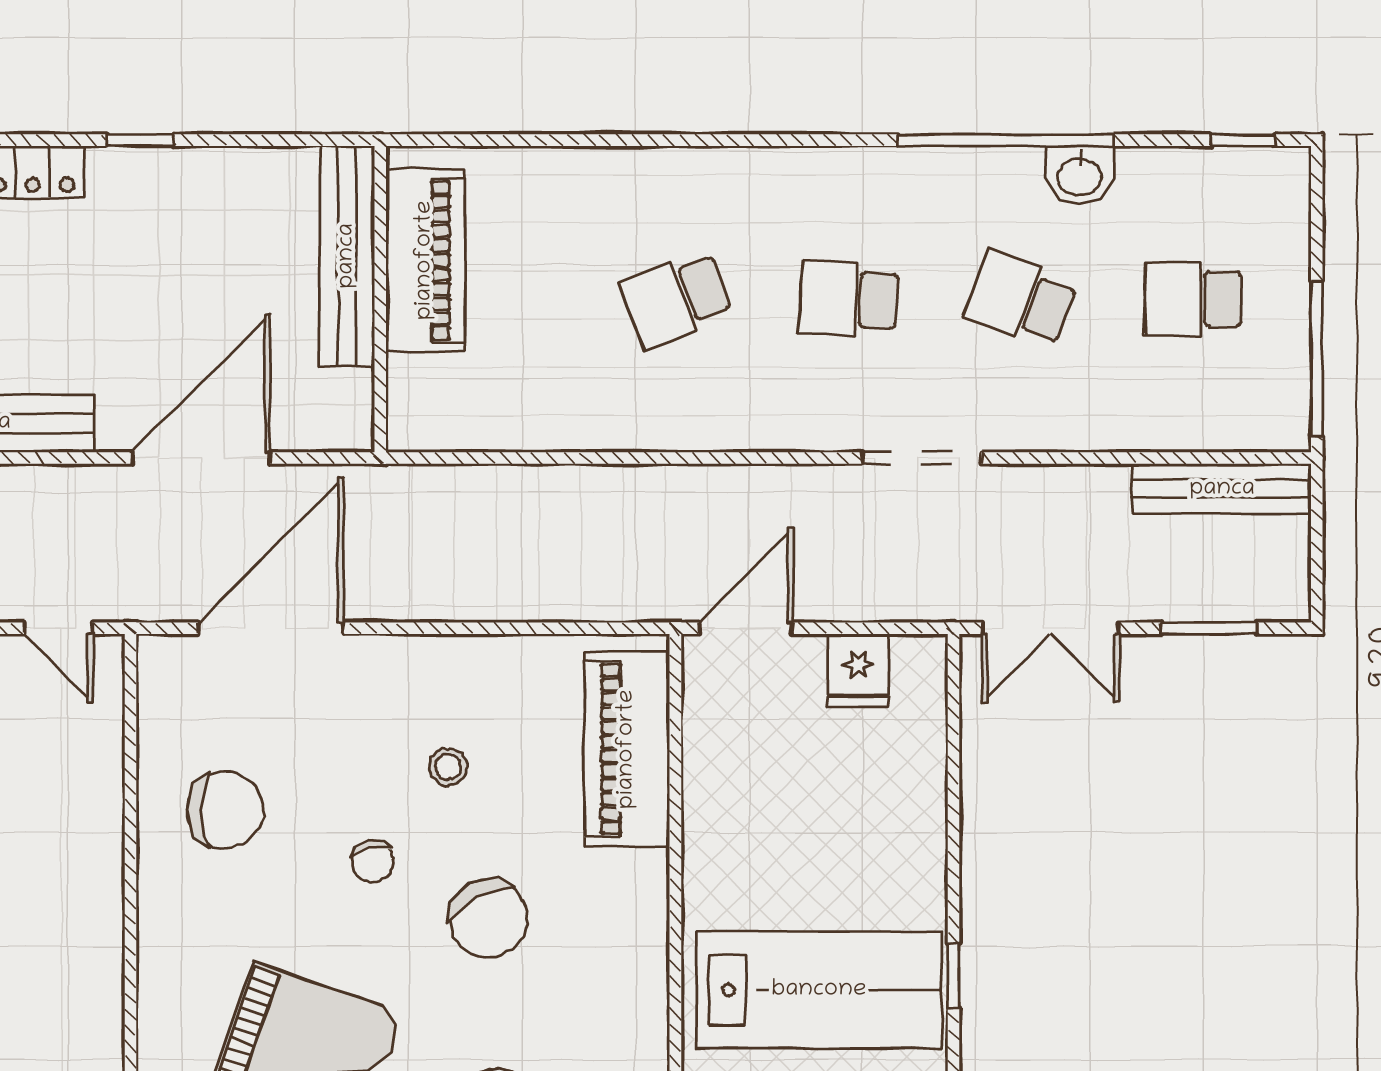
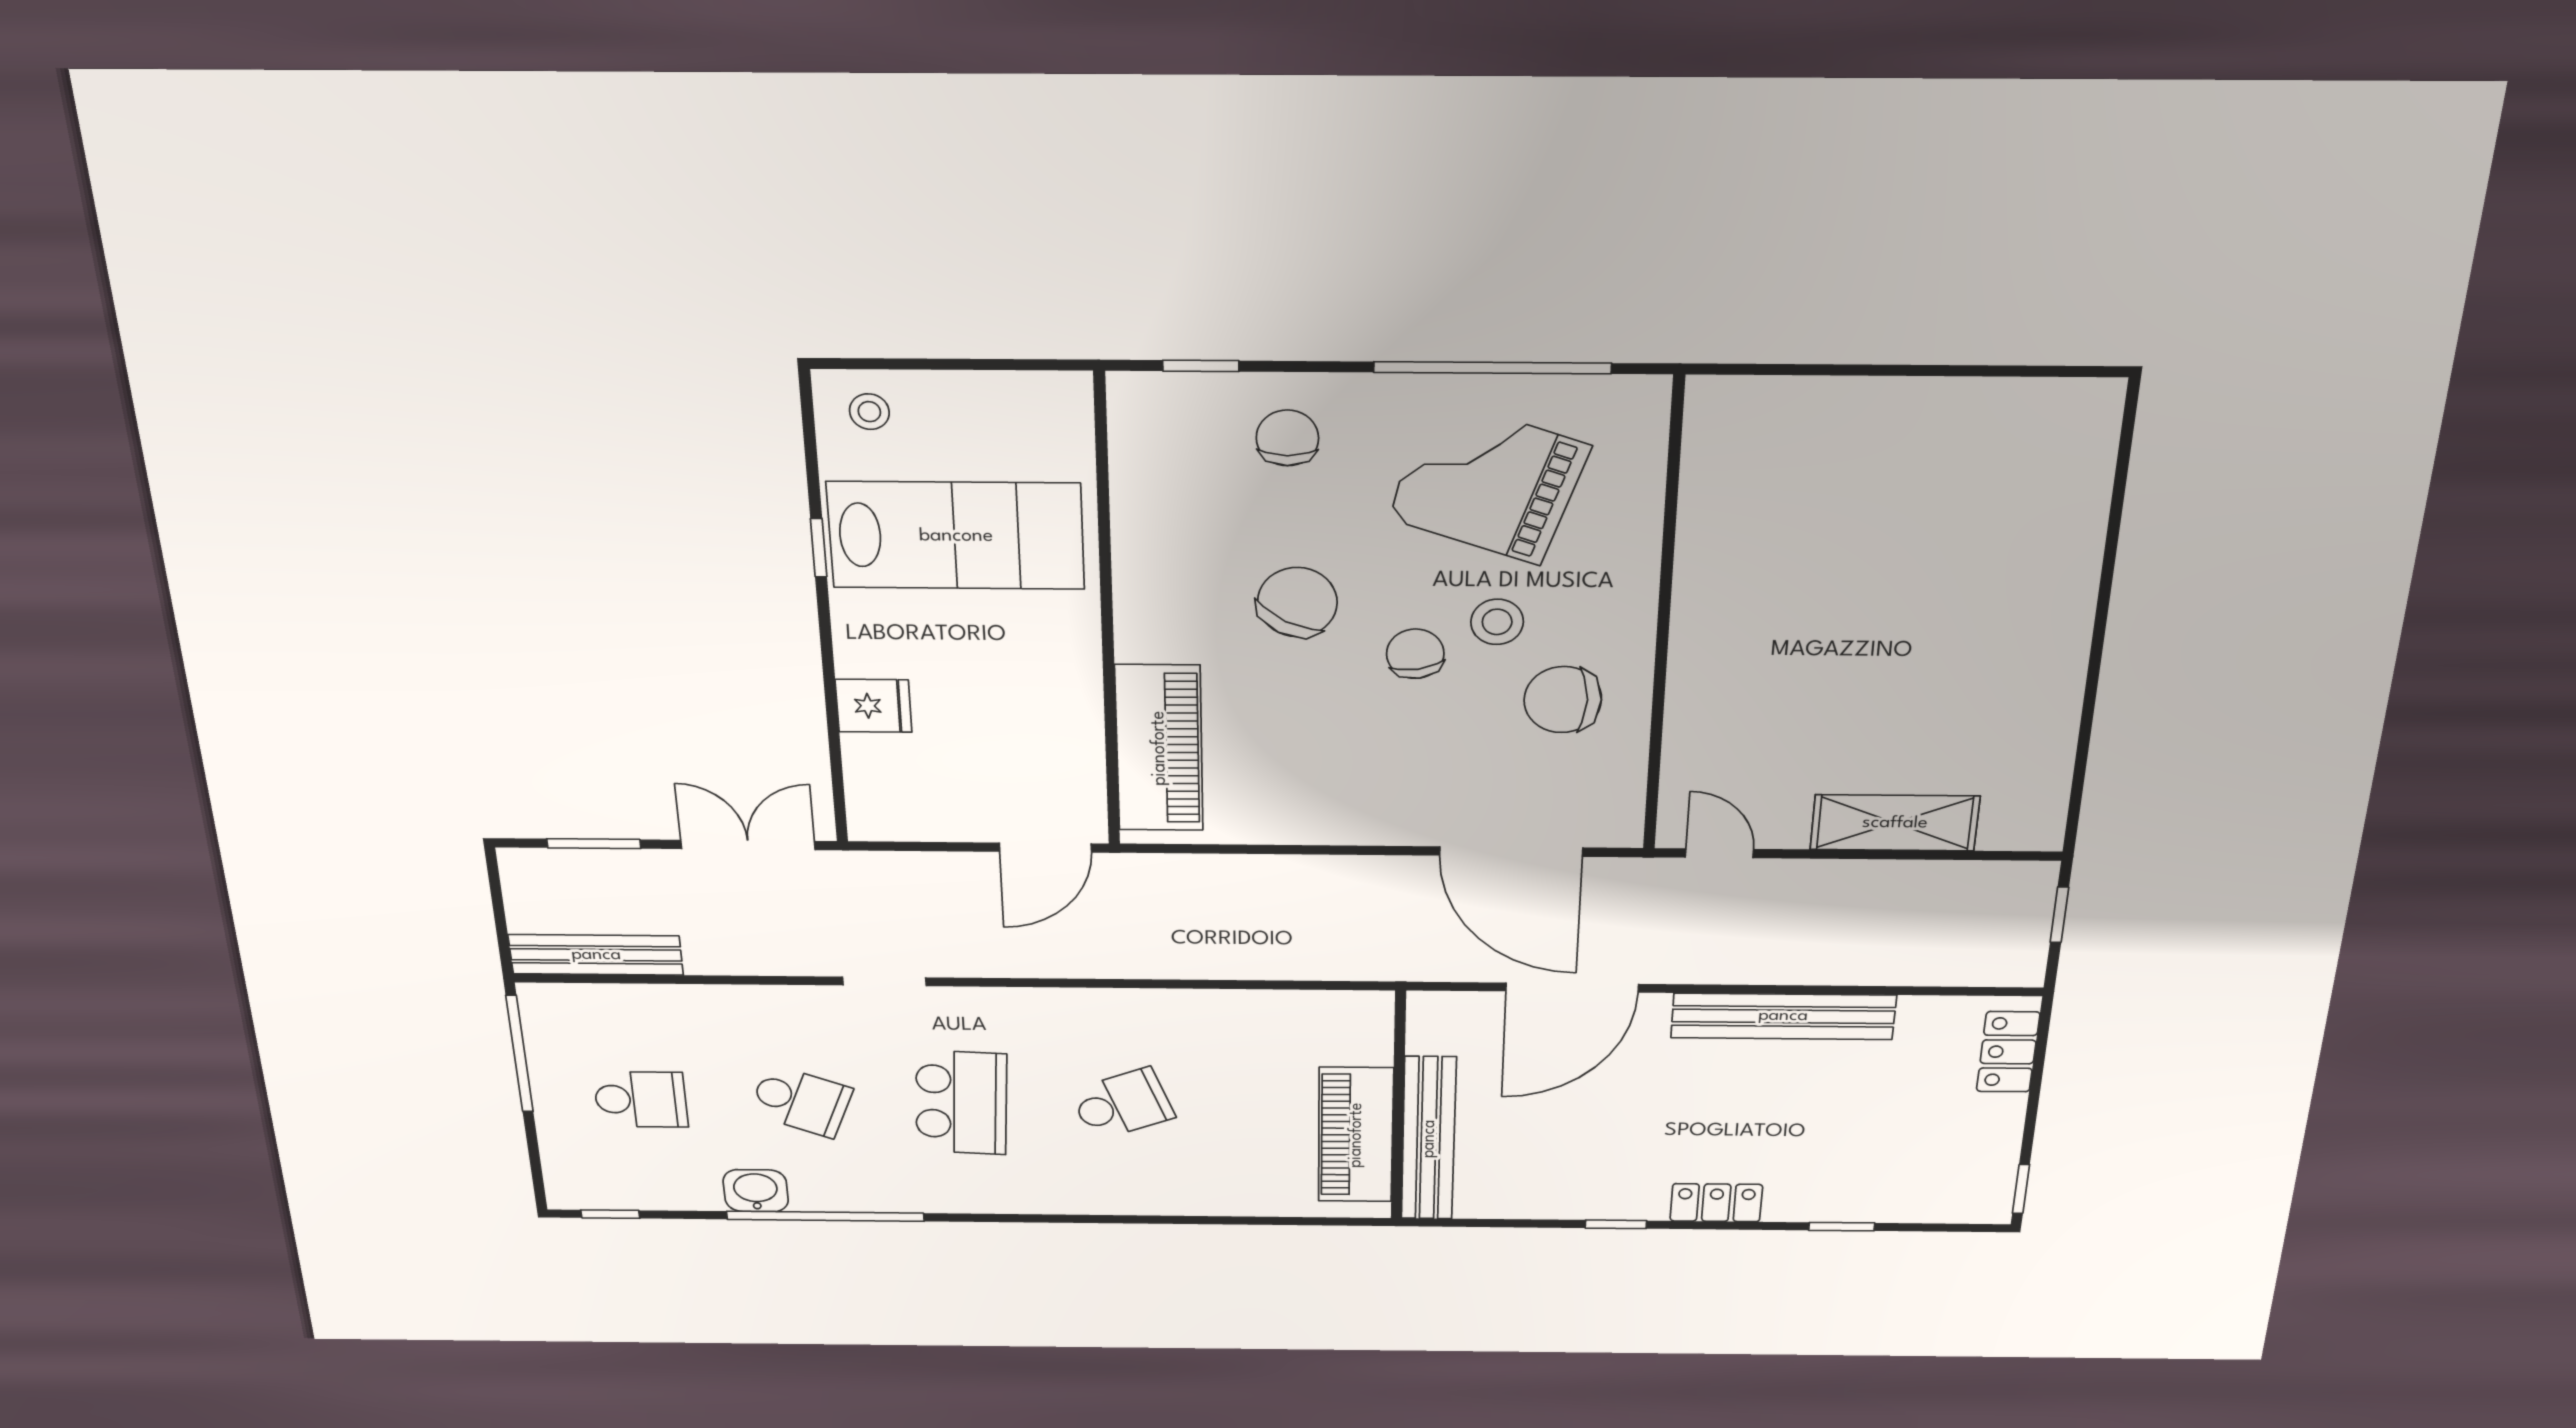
school desk: (848, 299) -> (961, 1103), width x1.85
doorway: (921, 458) -> (884, 981), width x0.73
door: (270, 628) -> (1511, 852), hinge flipped
fridge: (858, 670) -> (874, 706), moved, turned 90
stool: (448, 767) -> (1497, 622), moved, width x1.37, depth x1.37
chair: (372, 861) -> (1415, 654), width x1.37, depth x1.37
chair: (489, 919) -> (1297, 602), turned 56
lab bench: (819, 990) -> (956, 536), turned 180

